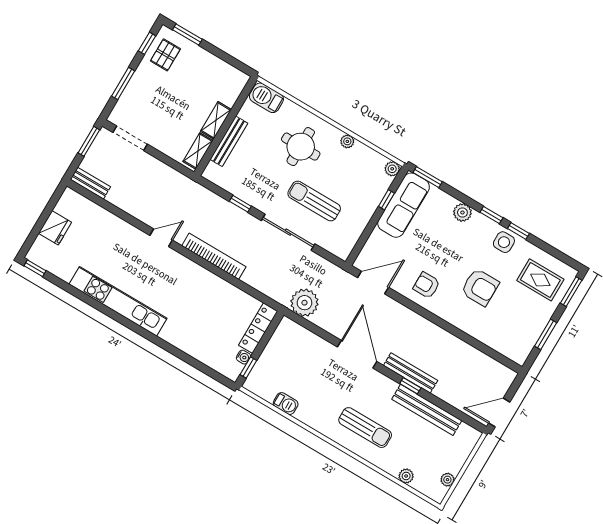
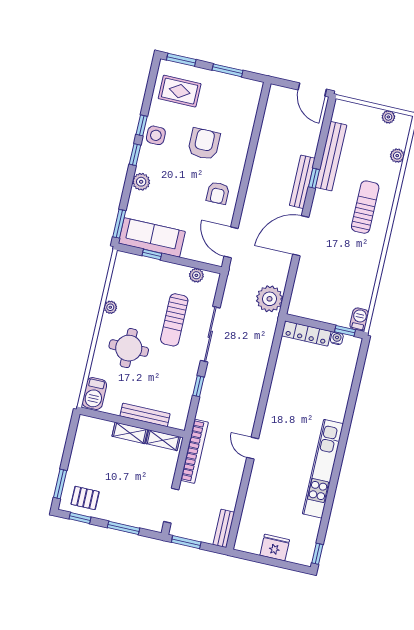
plant: (392, 169) -> (196, 275), moved
bookcase: (214, 256) -> (194, 451), moved, turned 180
rug: (540, 280) -> (180, 91), turned 90
barbecue: (286, 404) -> (359, 319), moved

